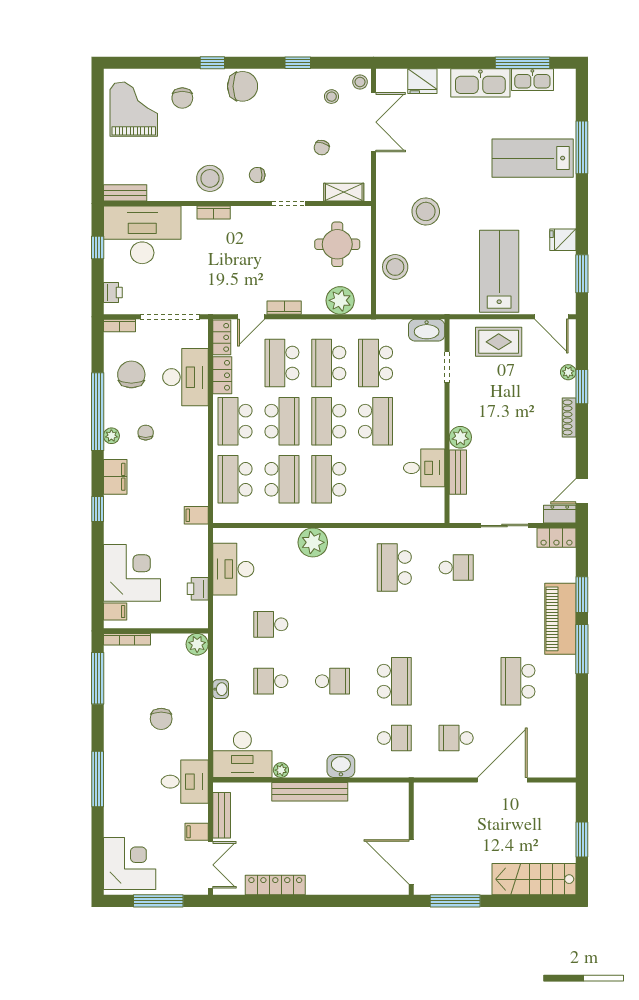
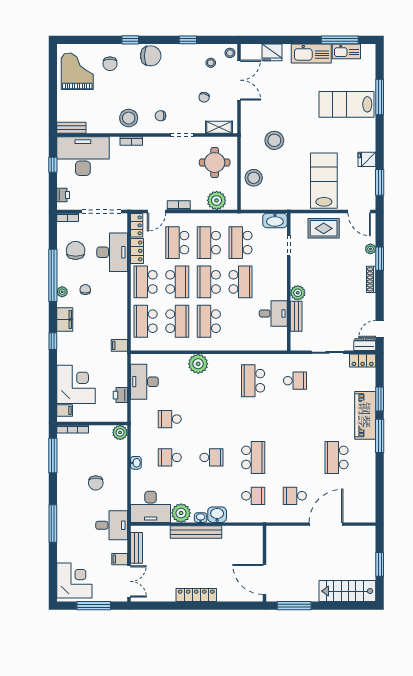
plant: (281, 770) -> (181, 513), width x1.88, depth x1.88
washbasin: (316, 770) -> (201, 518), added
locker: (275, 885) -> (196, 595), moved

